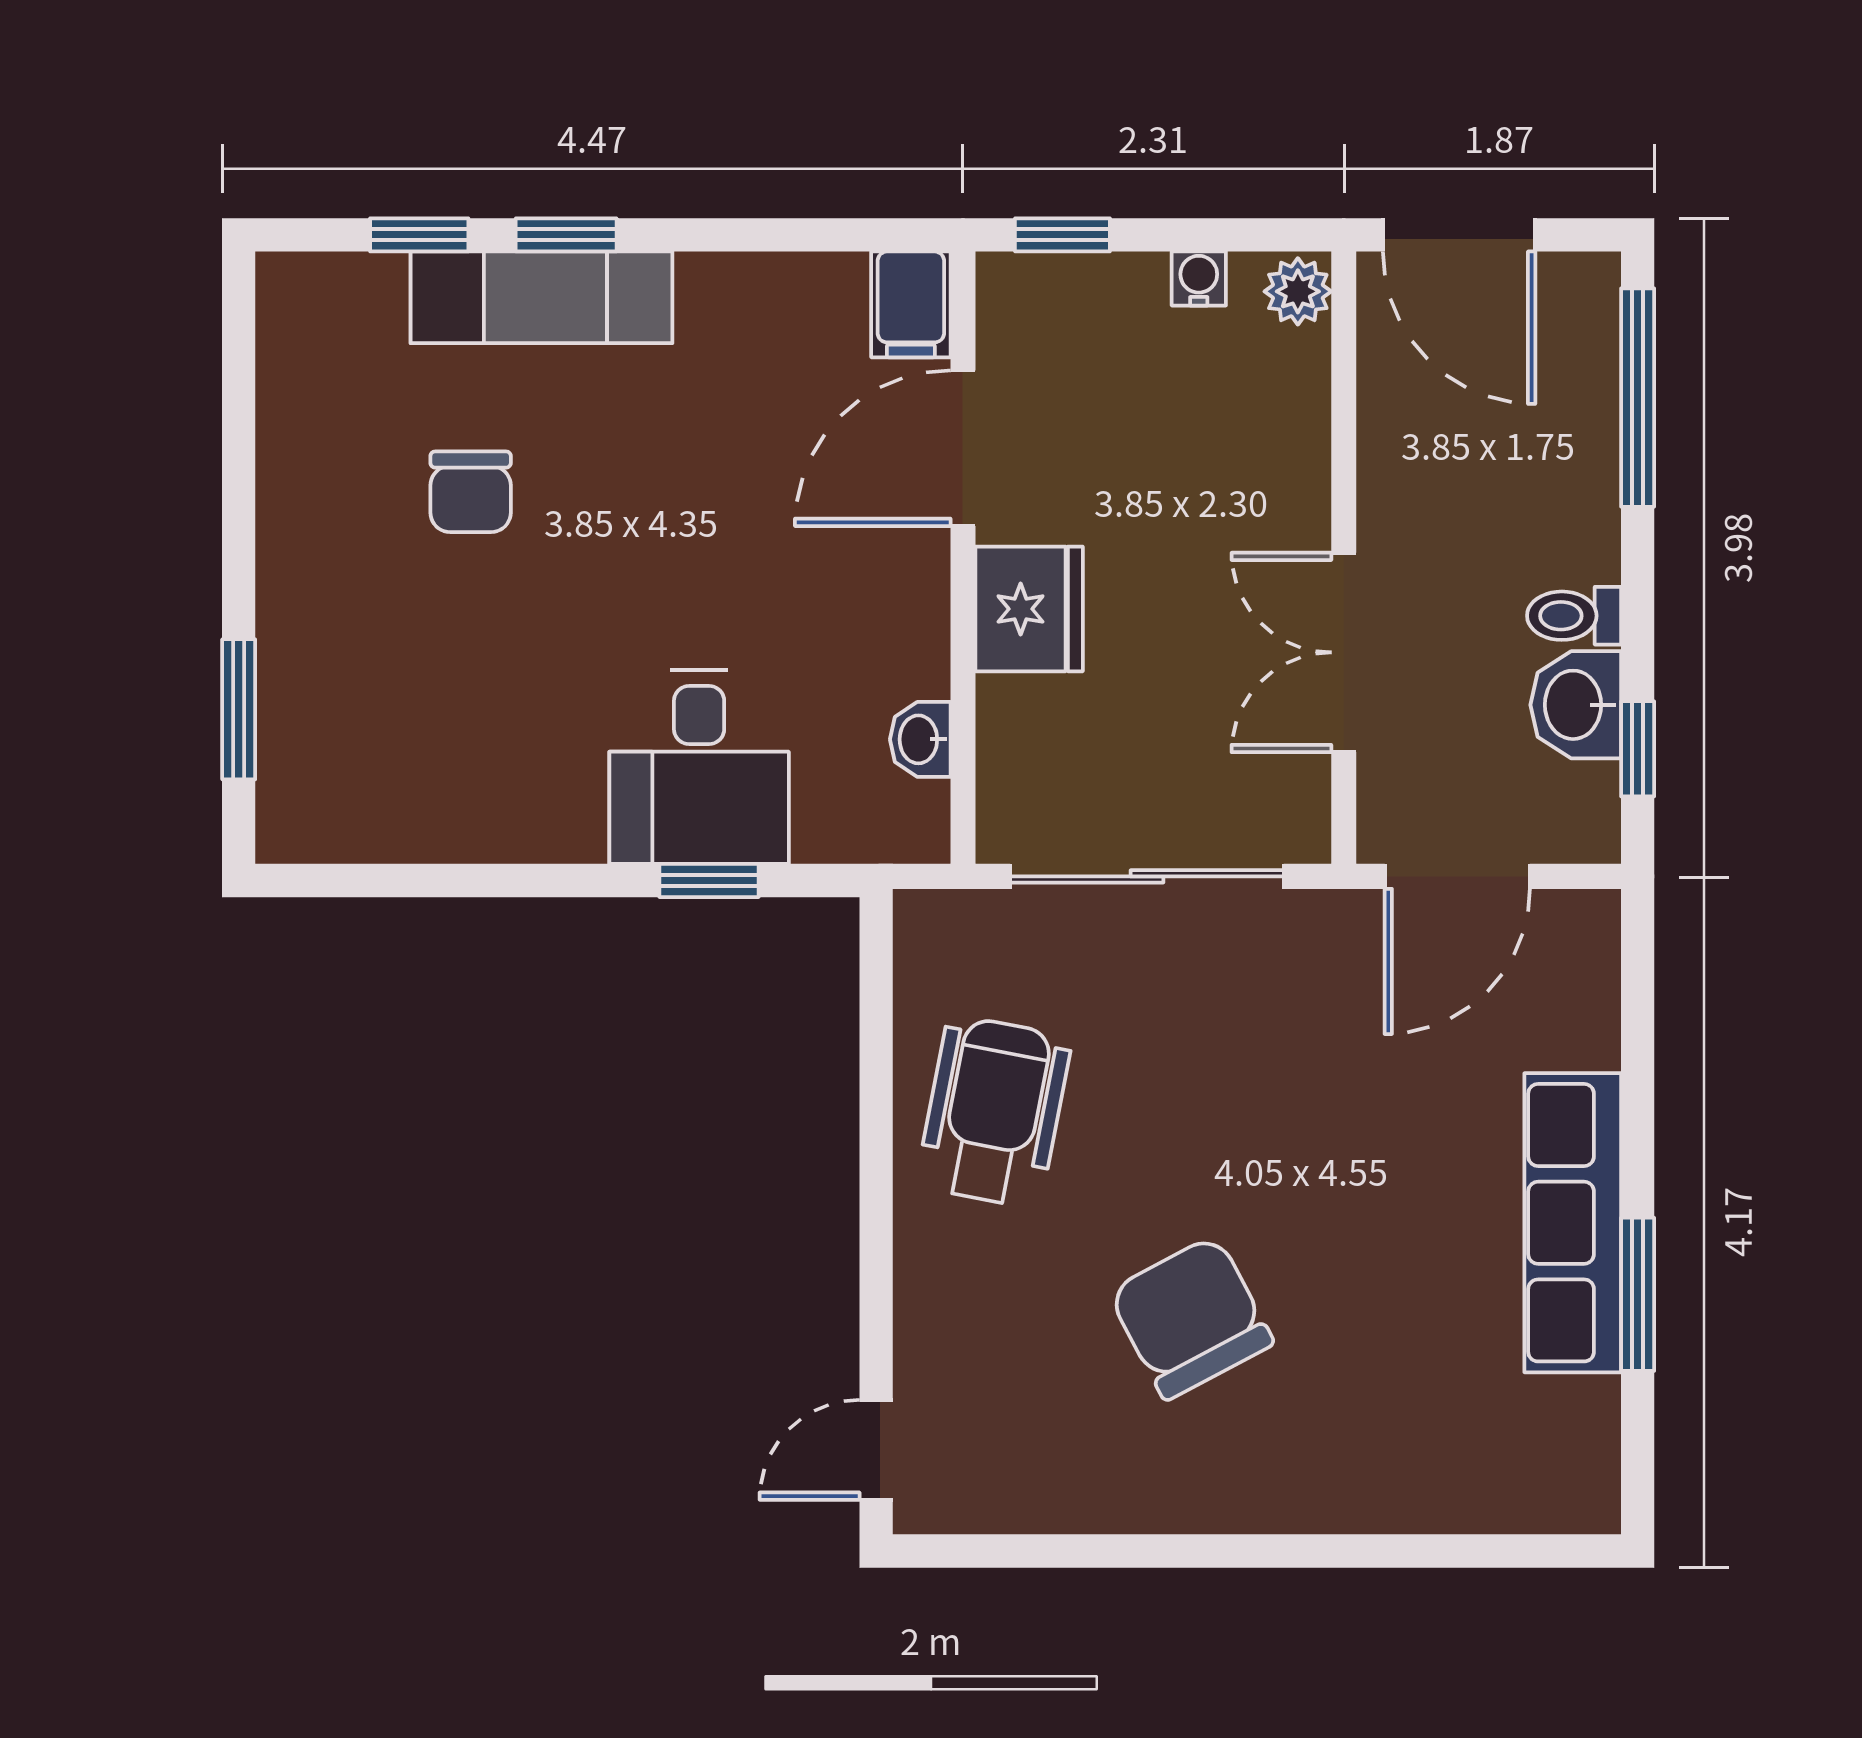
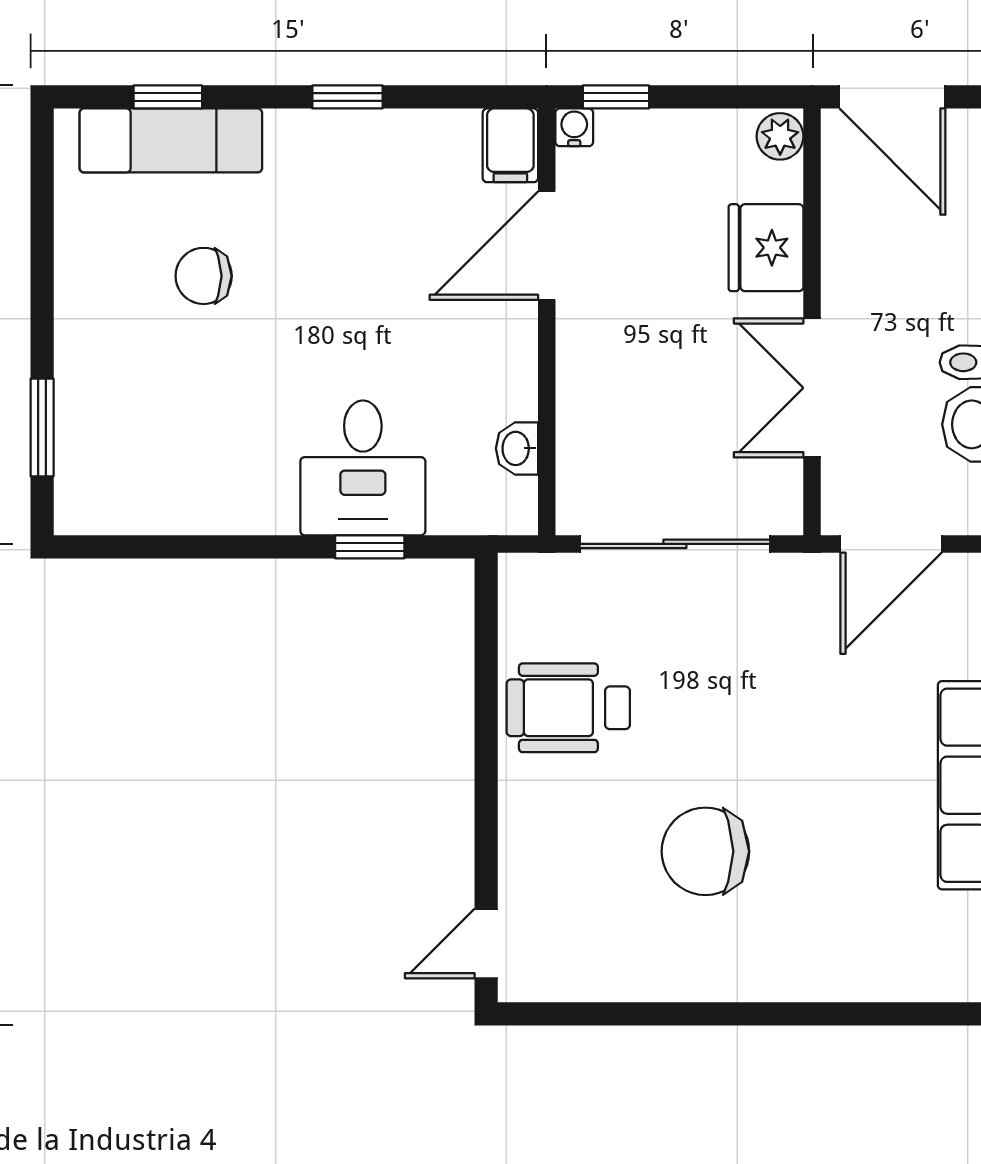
window: (566, 235) -> (347, 97), moved
water cooler: (1199, 279) -> (574, 127), moved
exam couch: (542, 297) -> (171, 140), moved
chair: (471, 492) -> (204, 276), turned 90
fridge: (1029, 609) -> (766, 248), moved, turned 180
wheelchair: (994, 1112) -> (568, 708), turned -101
chair: (1191, 1318) -> (705, 851), turned -62

